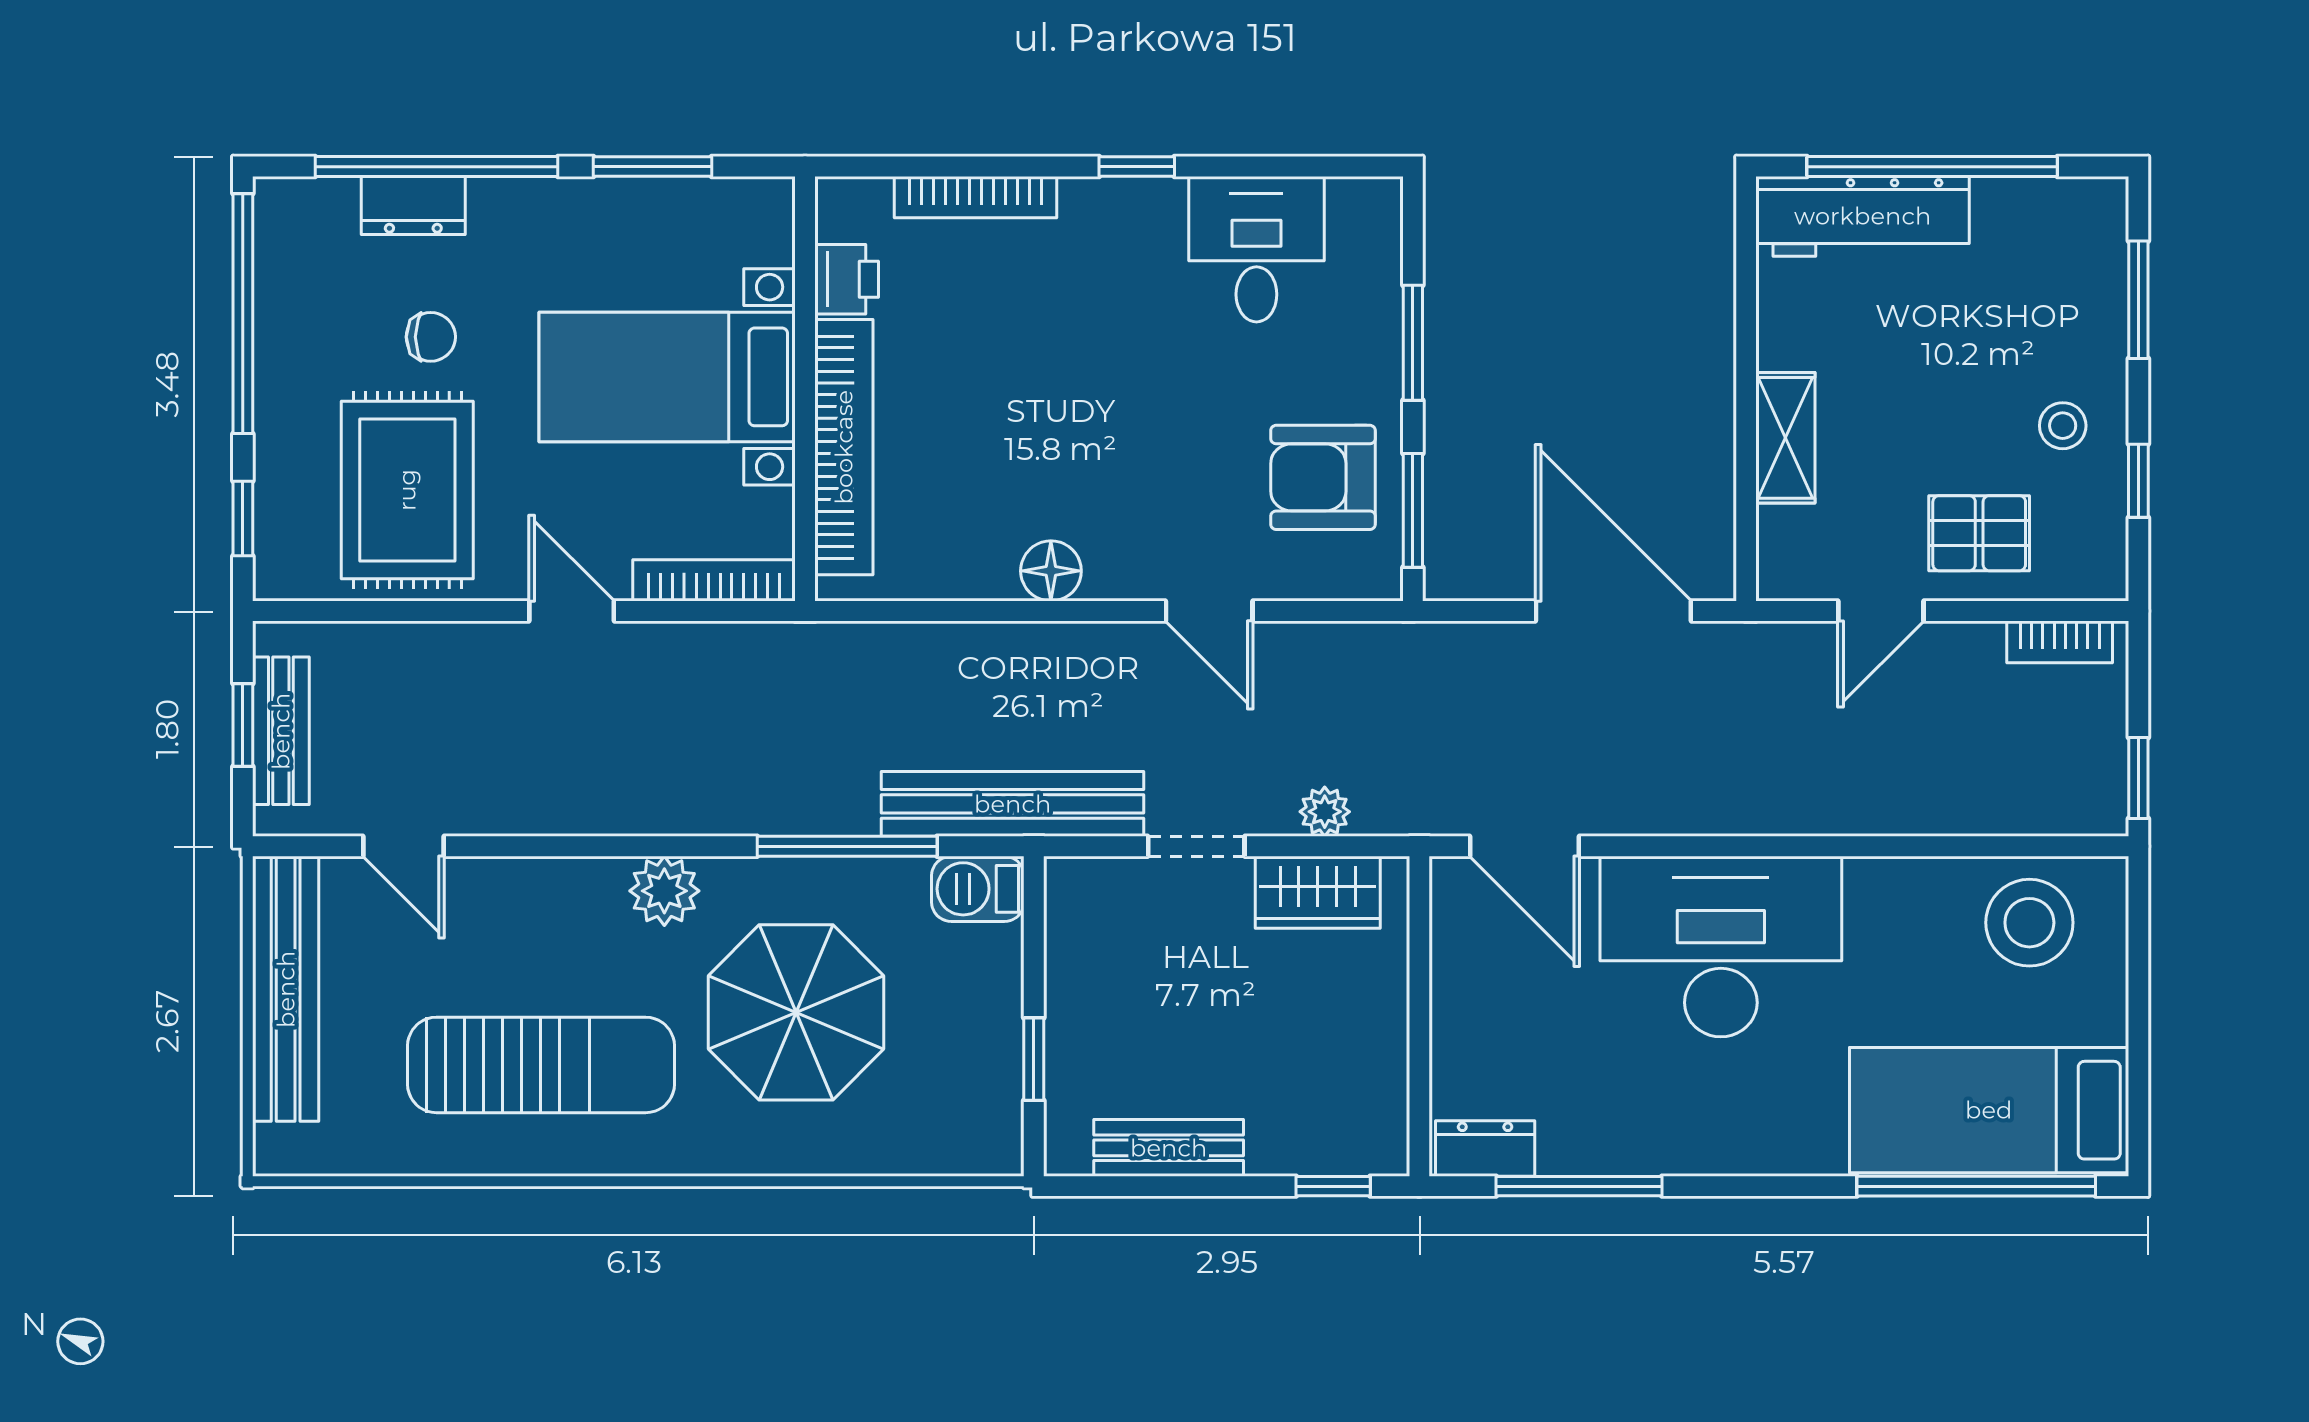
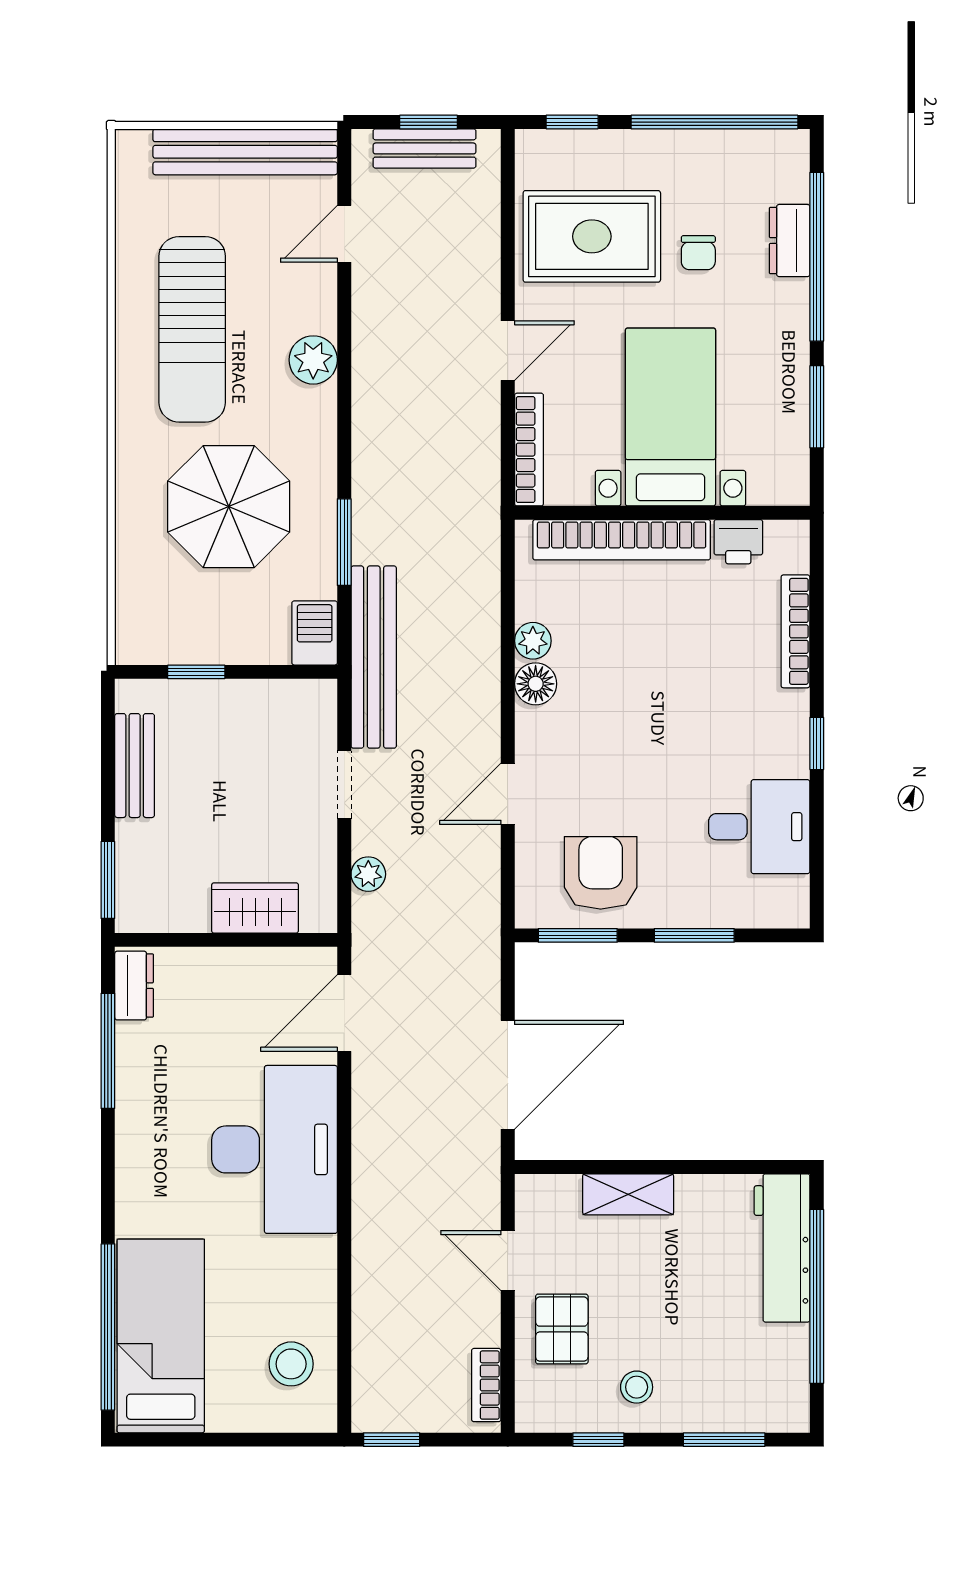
plant: (989, 575) -> (533, 641), added
window: (847, 846) -> (344, 542), width x0.69
plant: (664, 891) -> (313, 360), moved
wardrobe: (1318, 892) -> (255, 908), moved, turned 90
stool: (2029, 923) -> (291, 1364), width x0.73, depth x0.73
window: (1333, 1186) -> (108, 880), width x1.50

